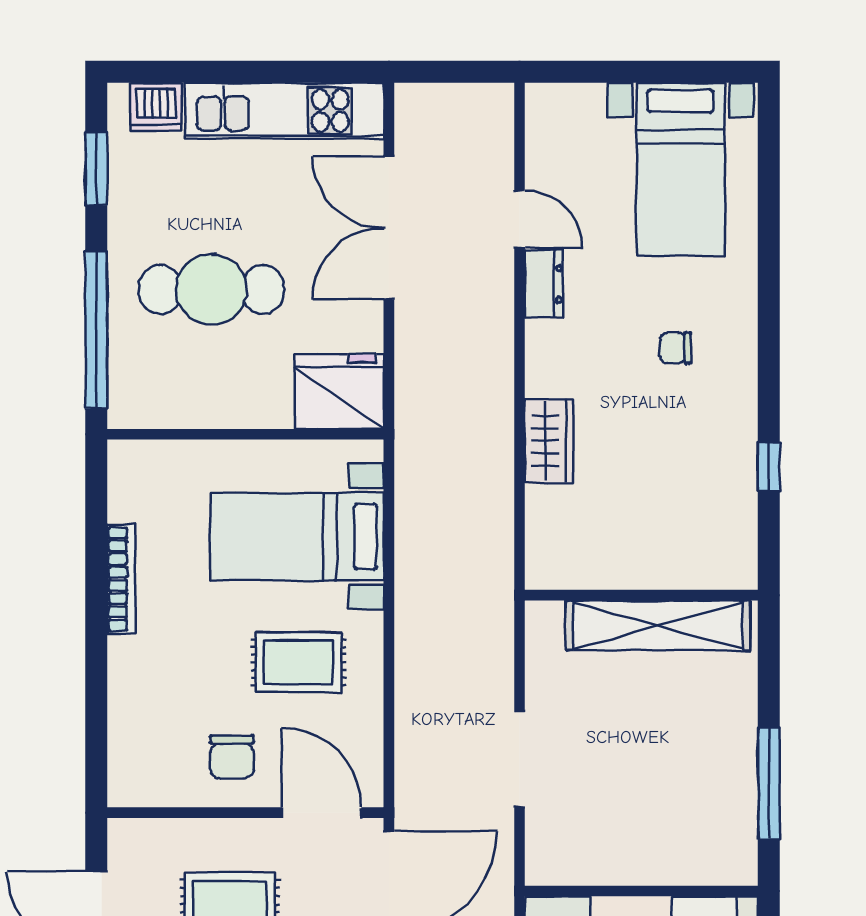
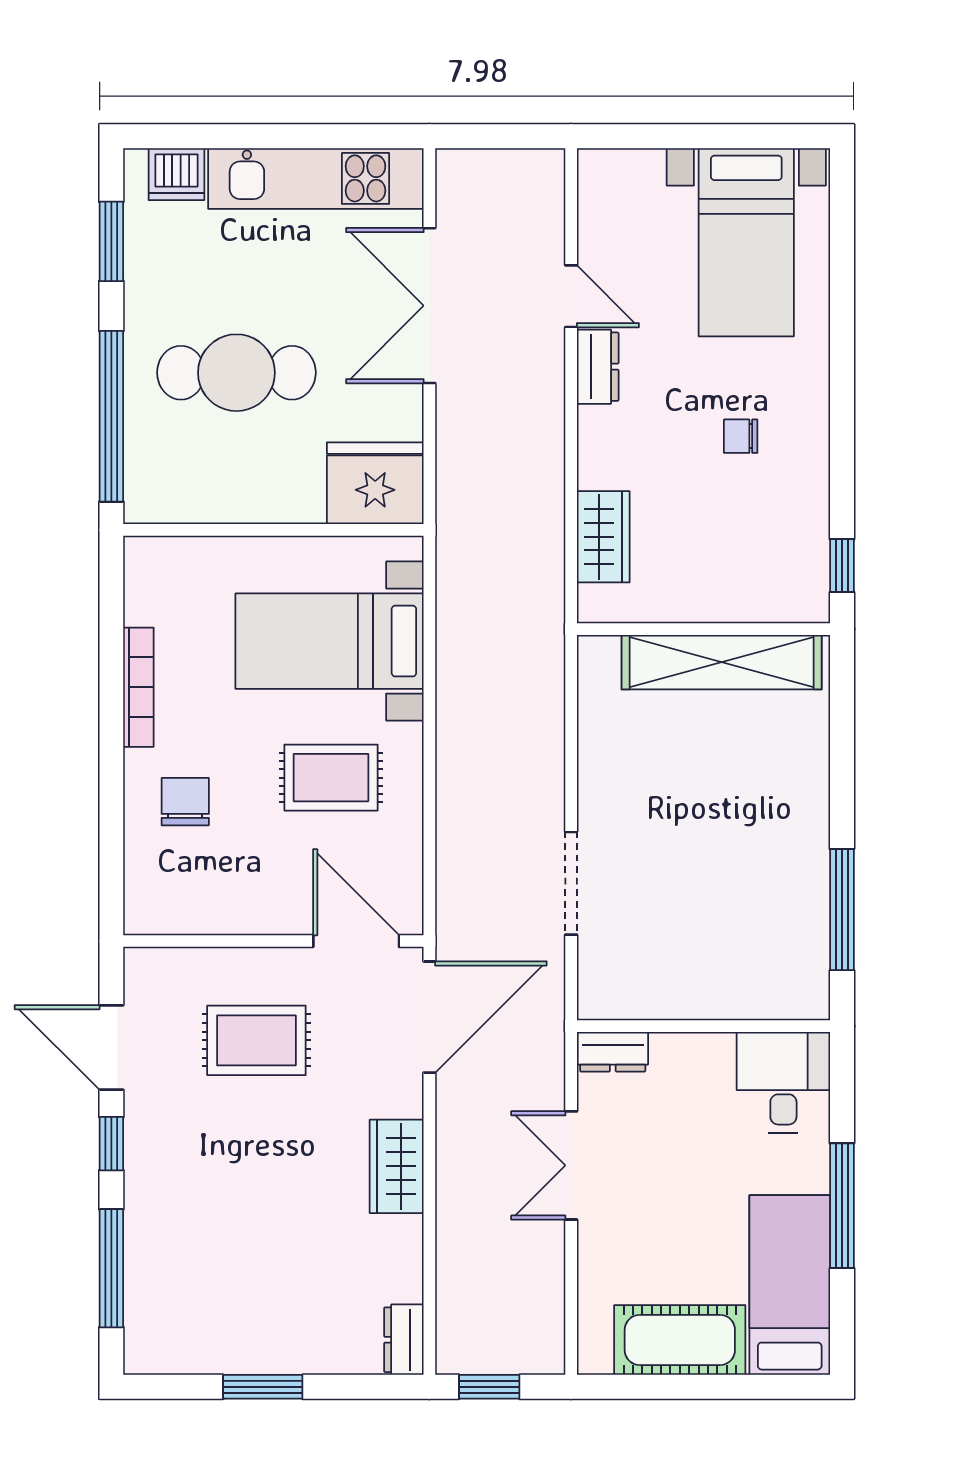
wall: (641, 595) -> (703, 629), moved
shelving: (658, 626) -> (722, 662), moved
chair: (232, 757) -> (185, 802), moved, turned 180

